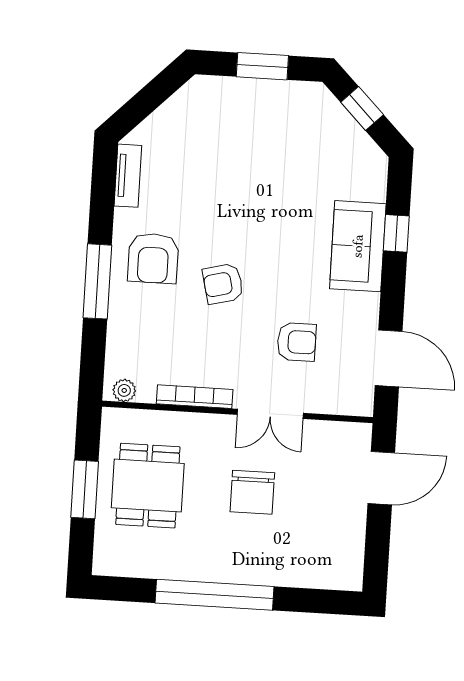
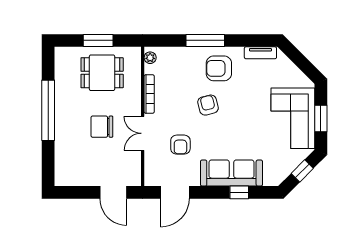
corner sofa: (259, 120) -> (293, 118), added
sofa: (358, 246) -> (231, 173), width x1.36

